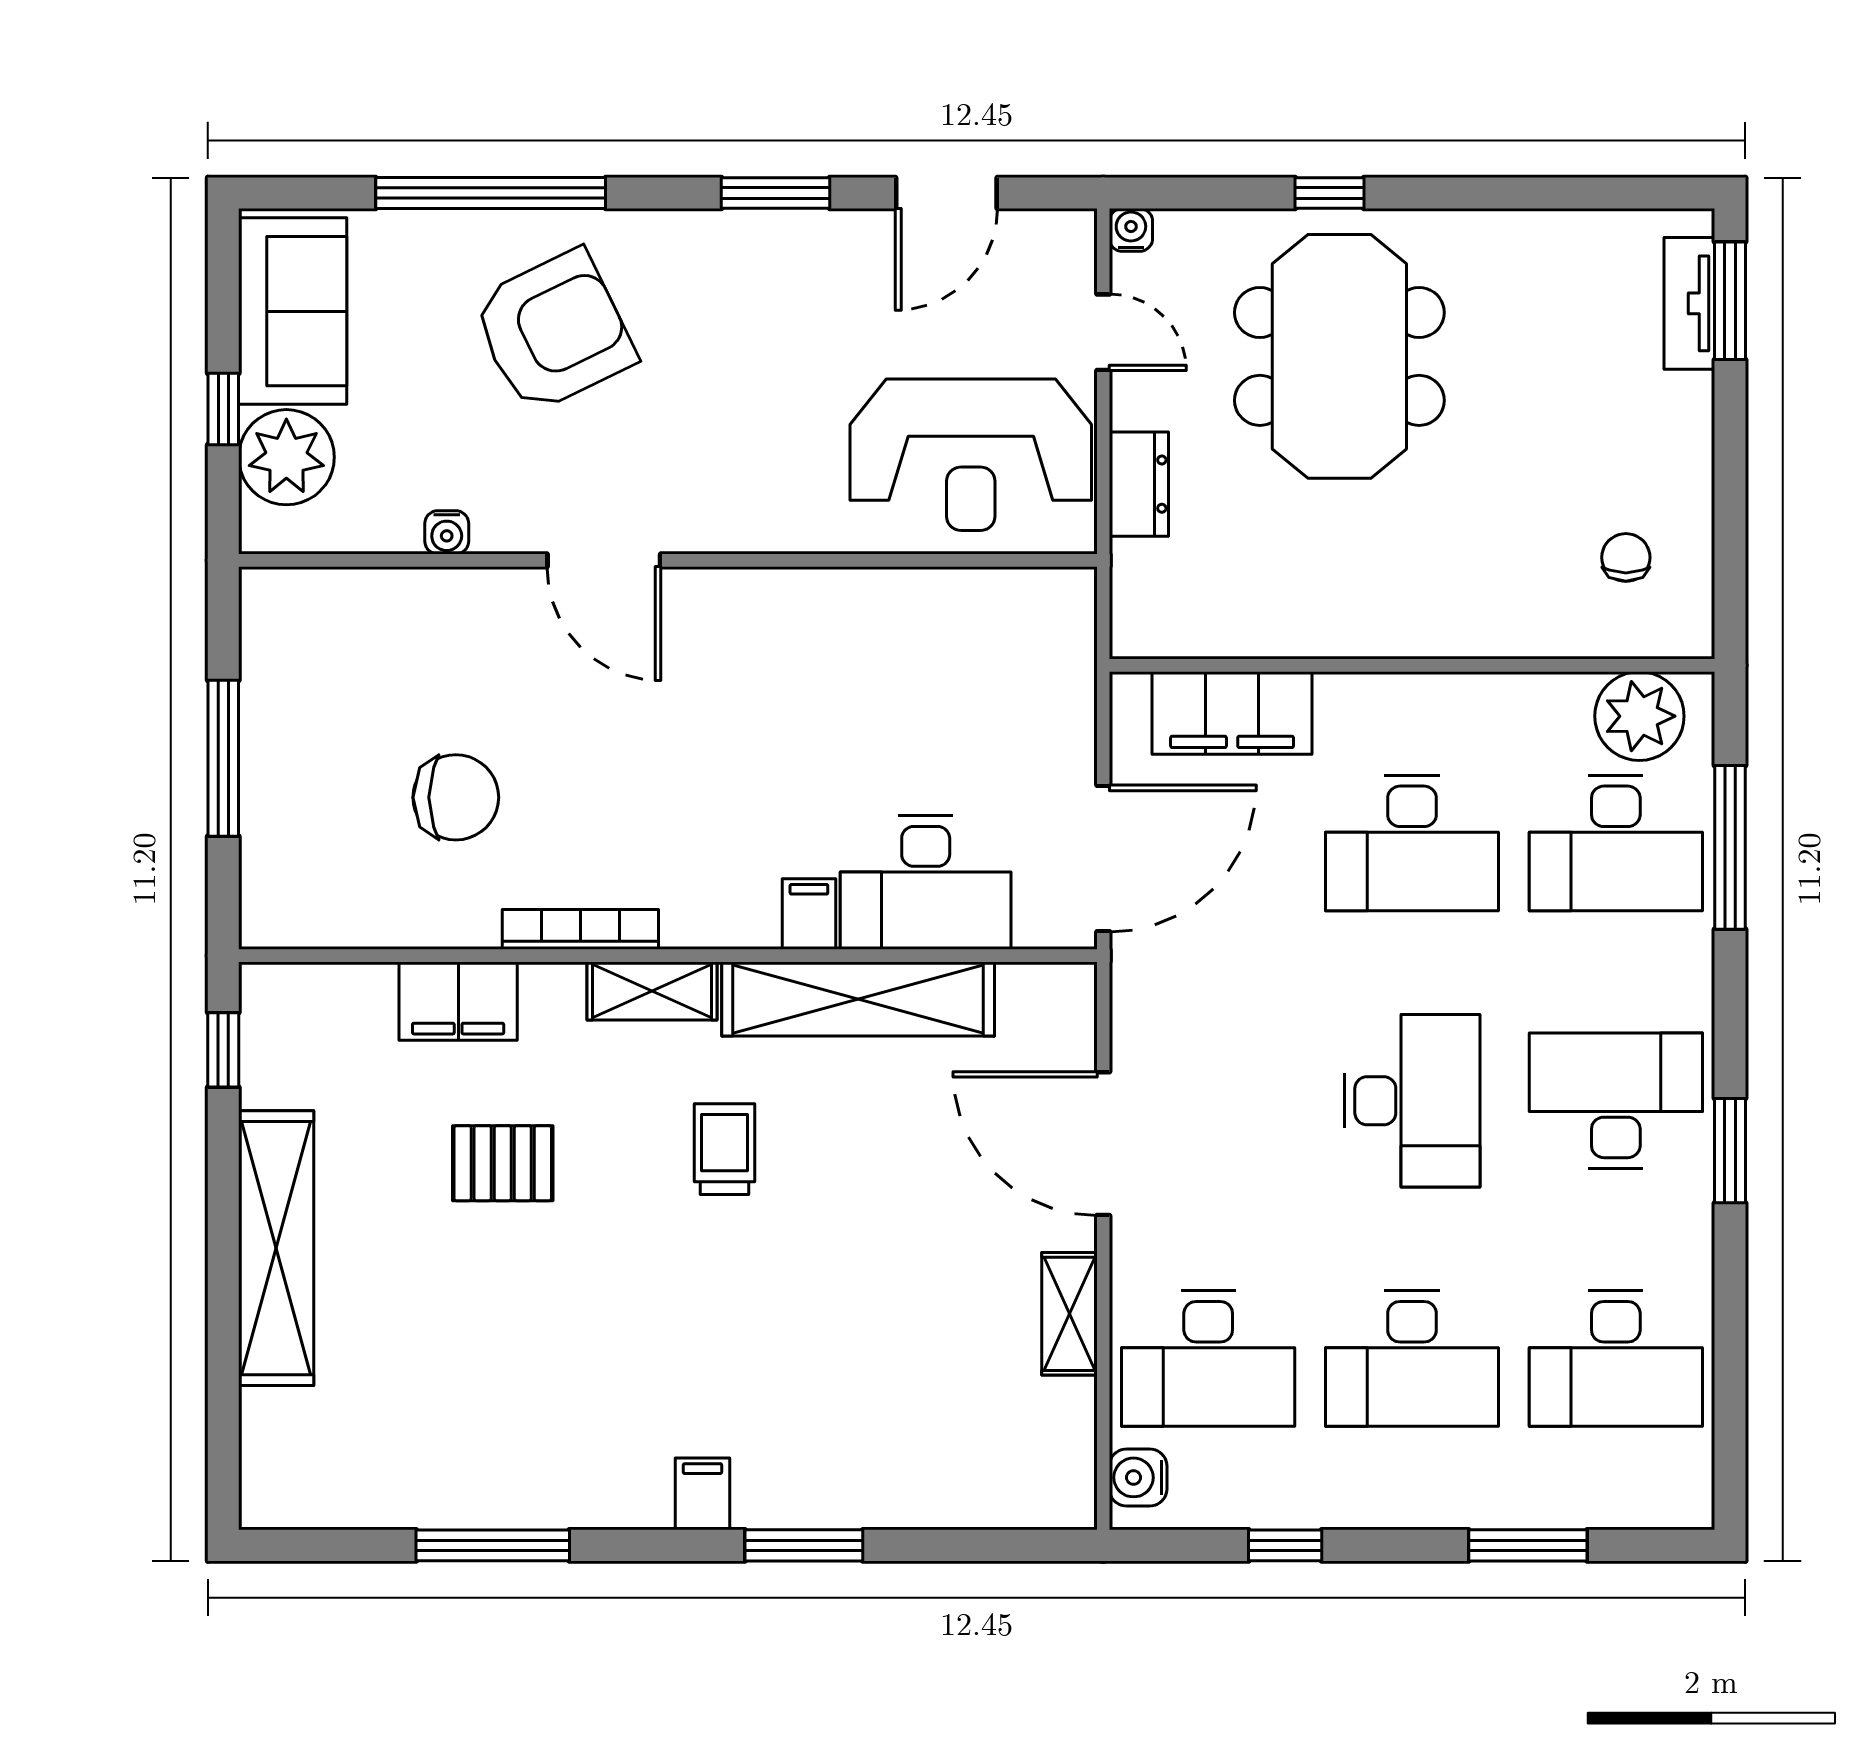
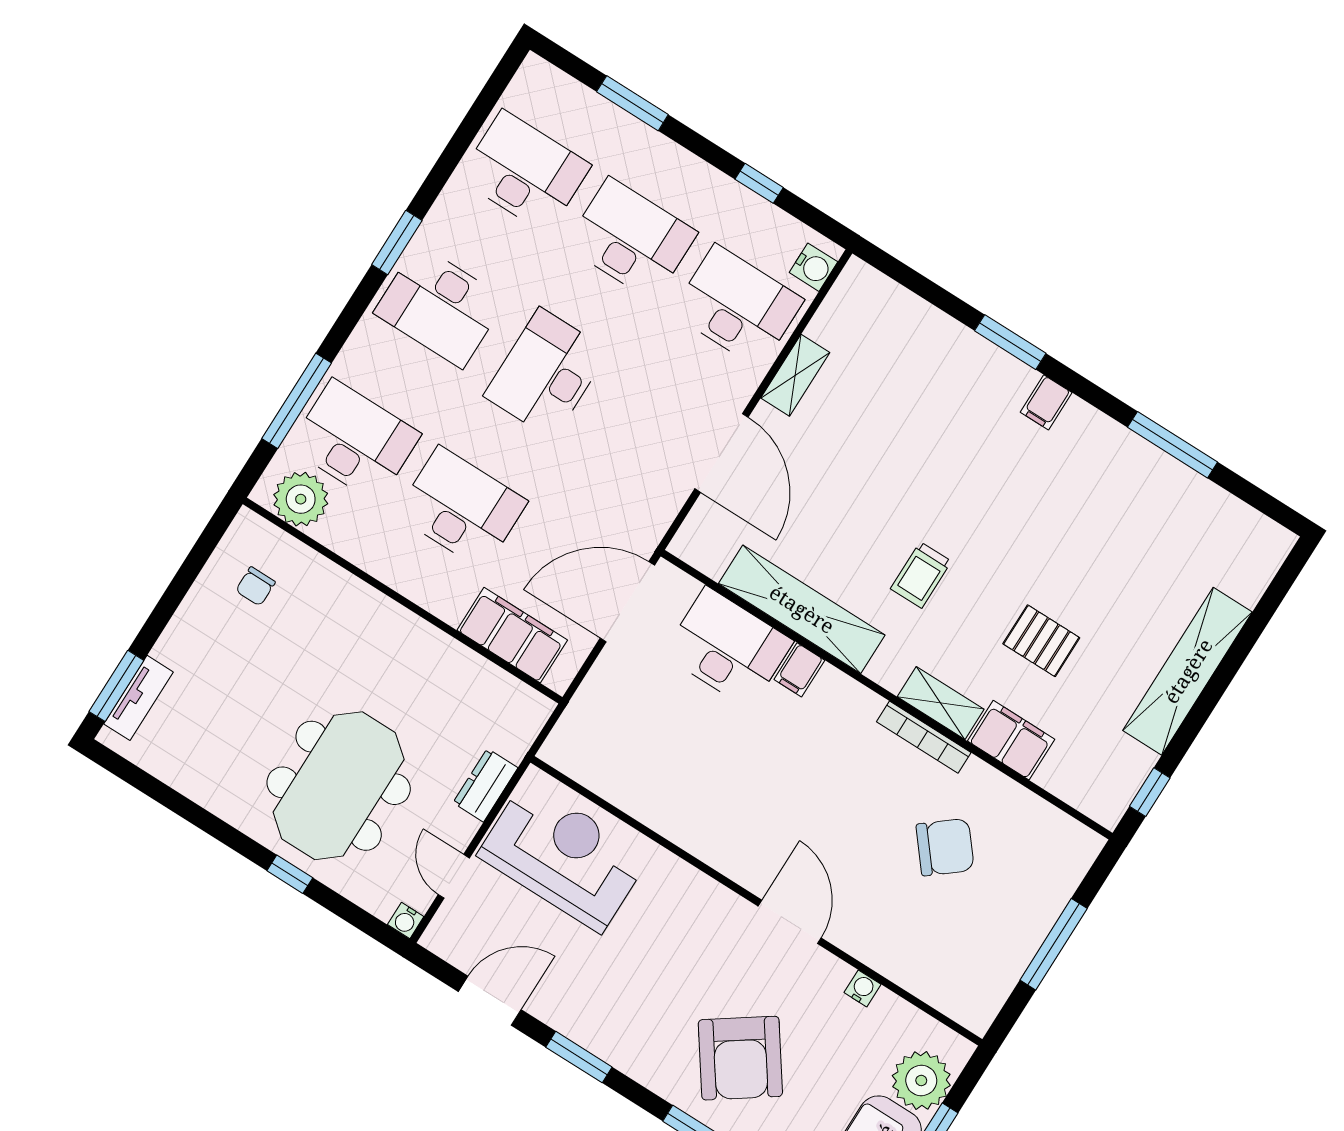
armchair: (554, 331) -> (740, 1058), turned -99
chair: (456, 797) -> (945, 847), turned 141
shelving: (652, 991) -> (941, 703), moved

